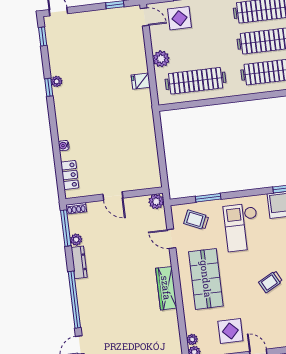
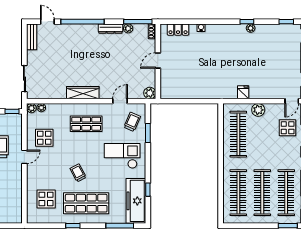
shop shelf: (206, 279) -> (86, 124), width x0.70, depth x0.74

